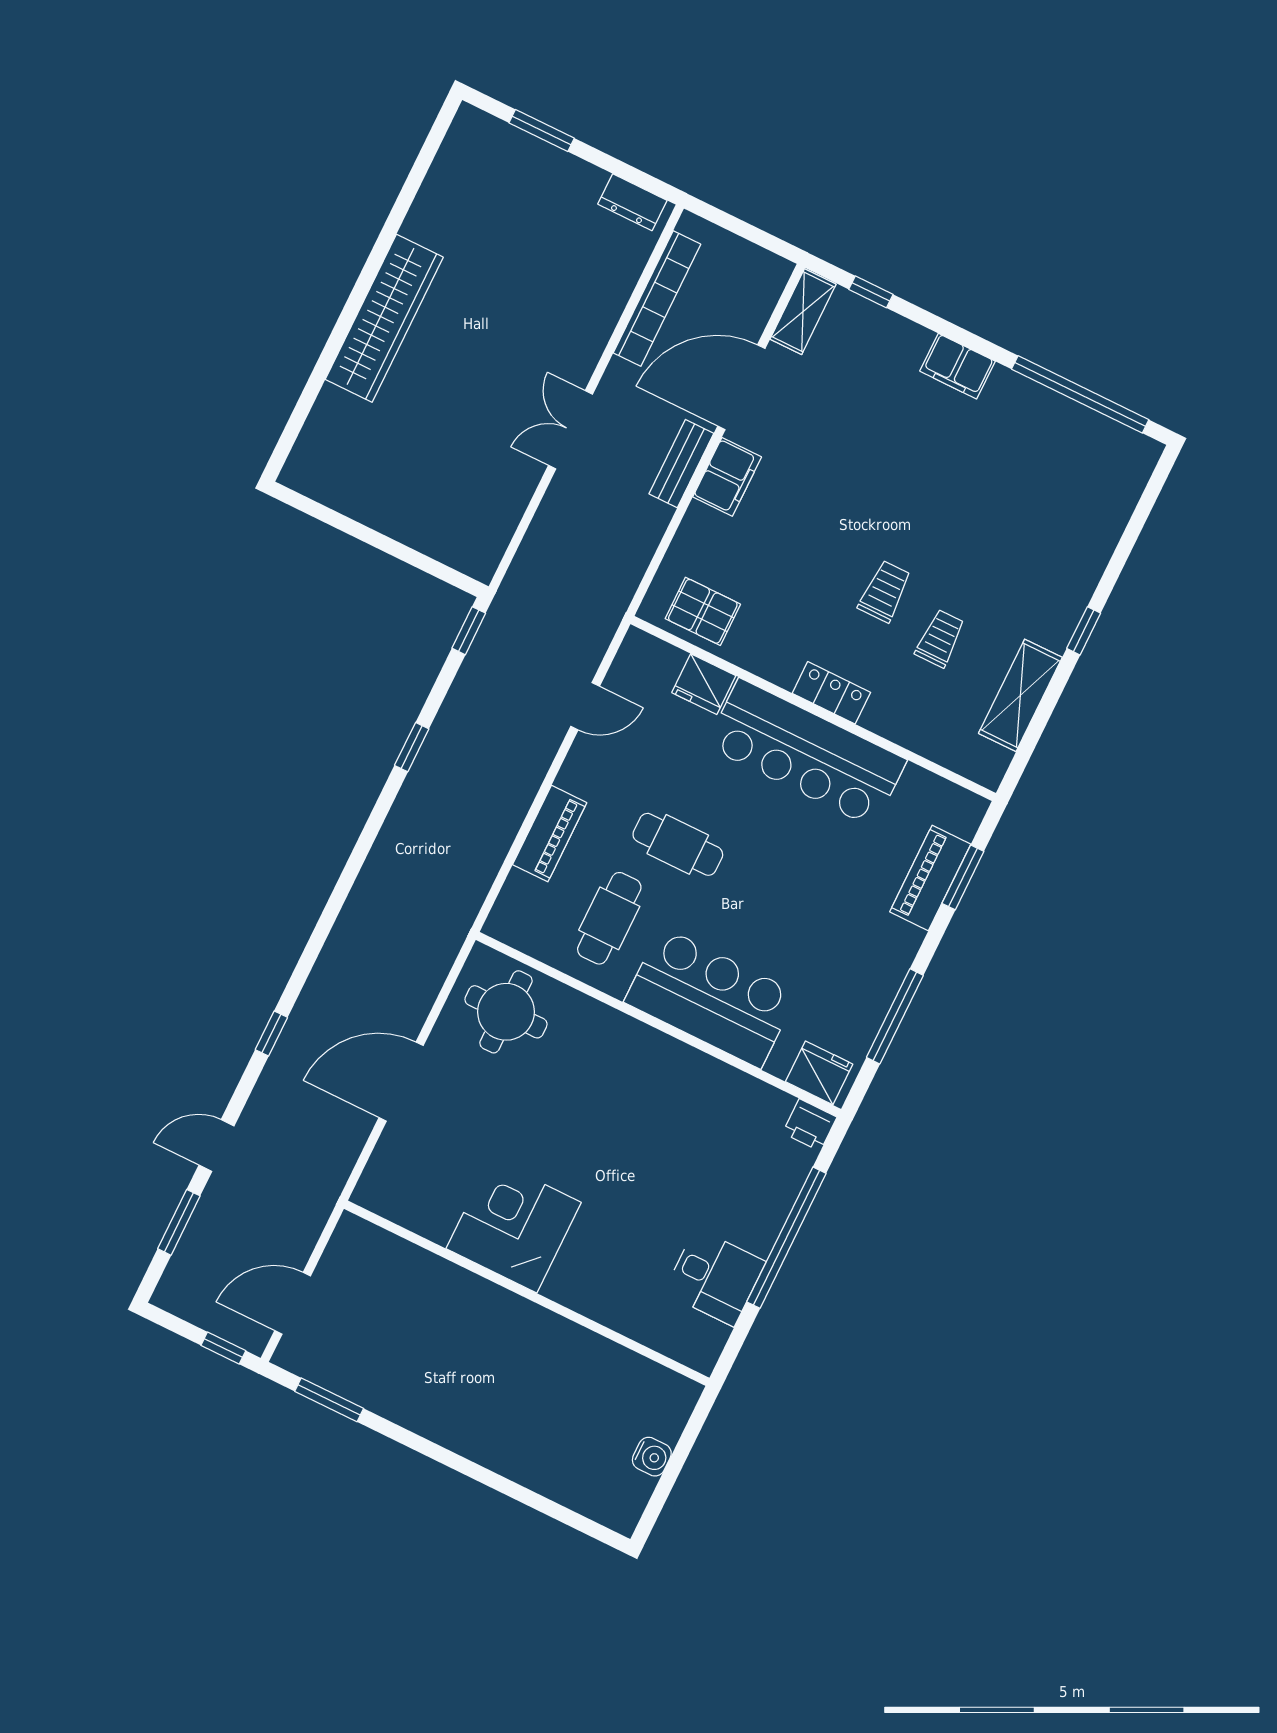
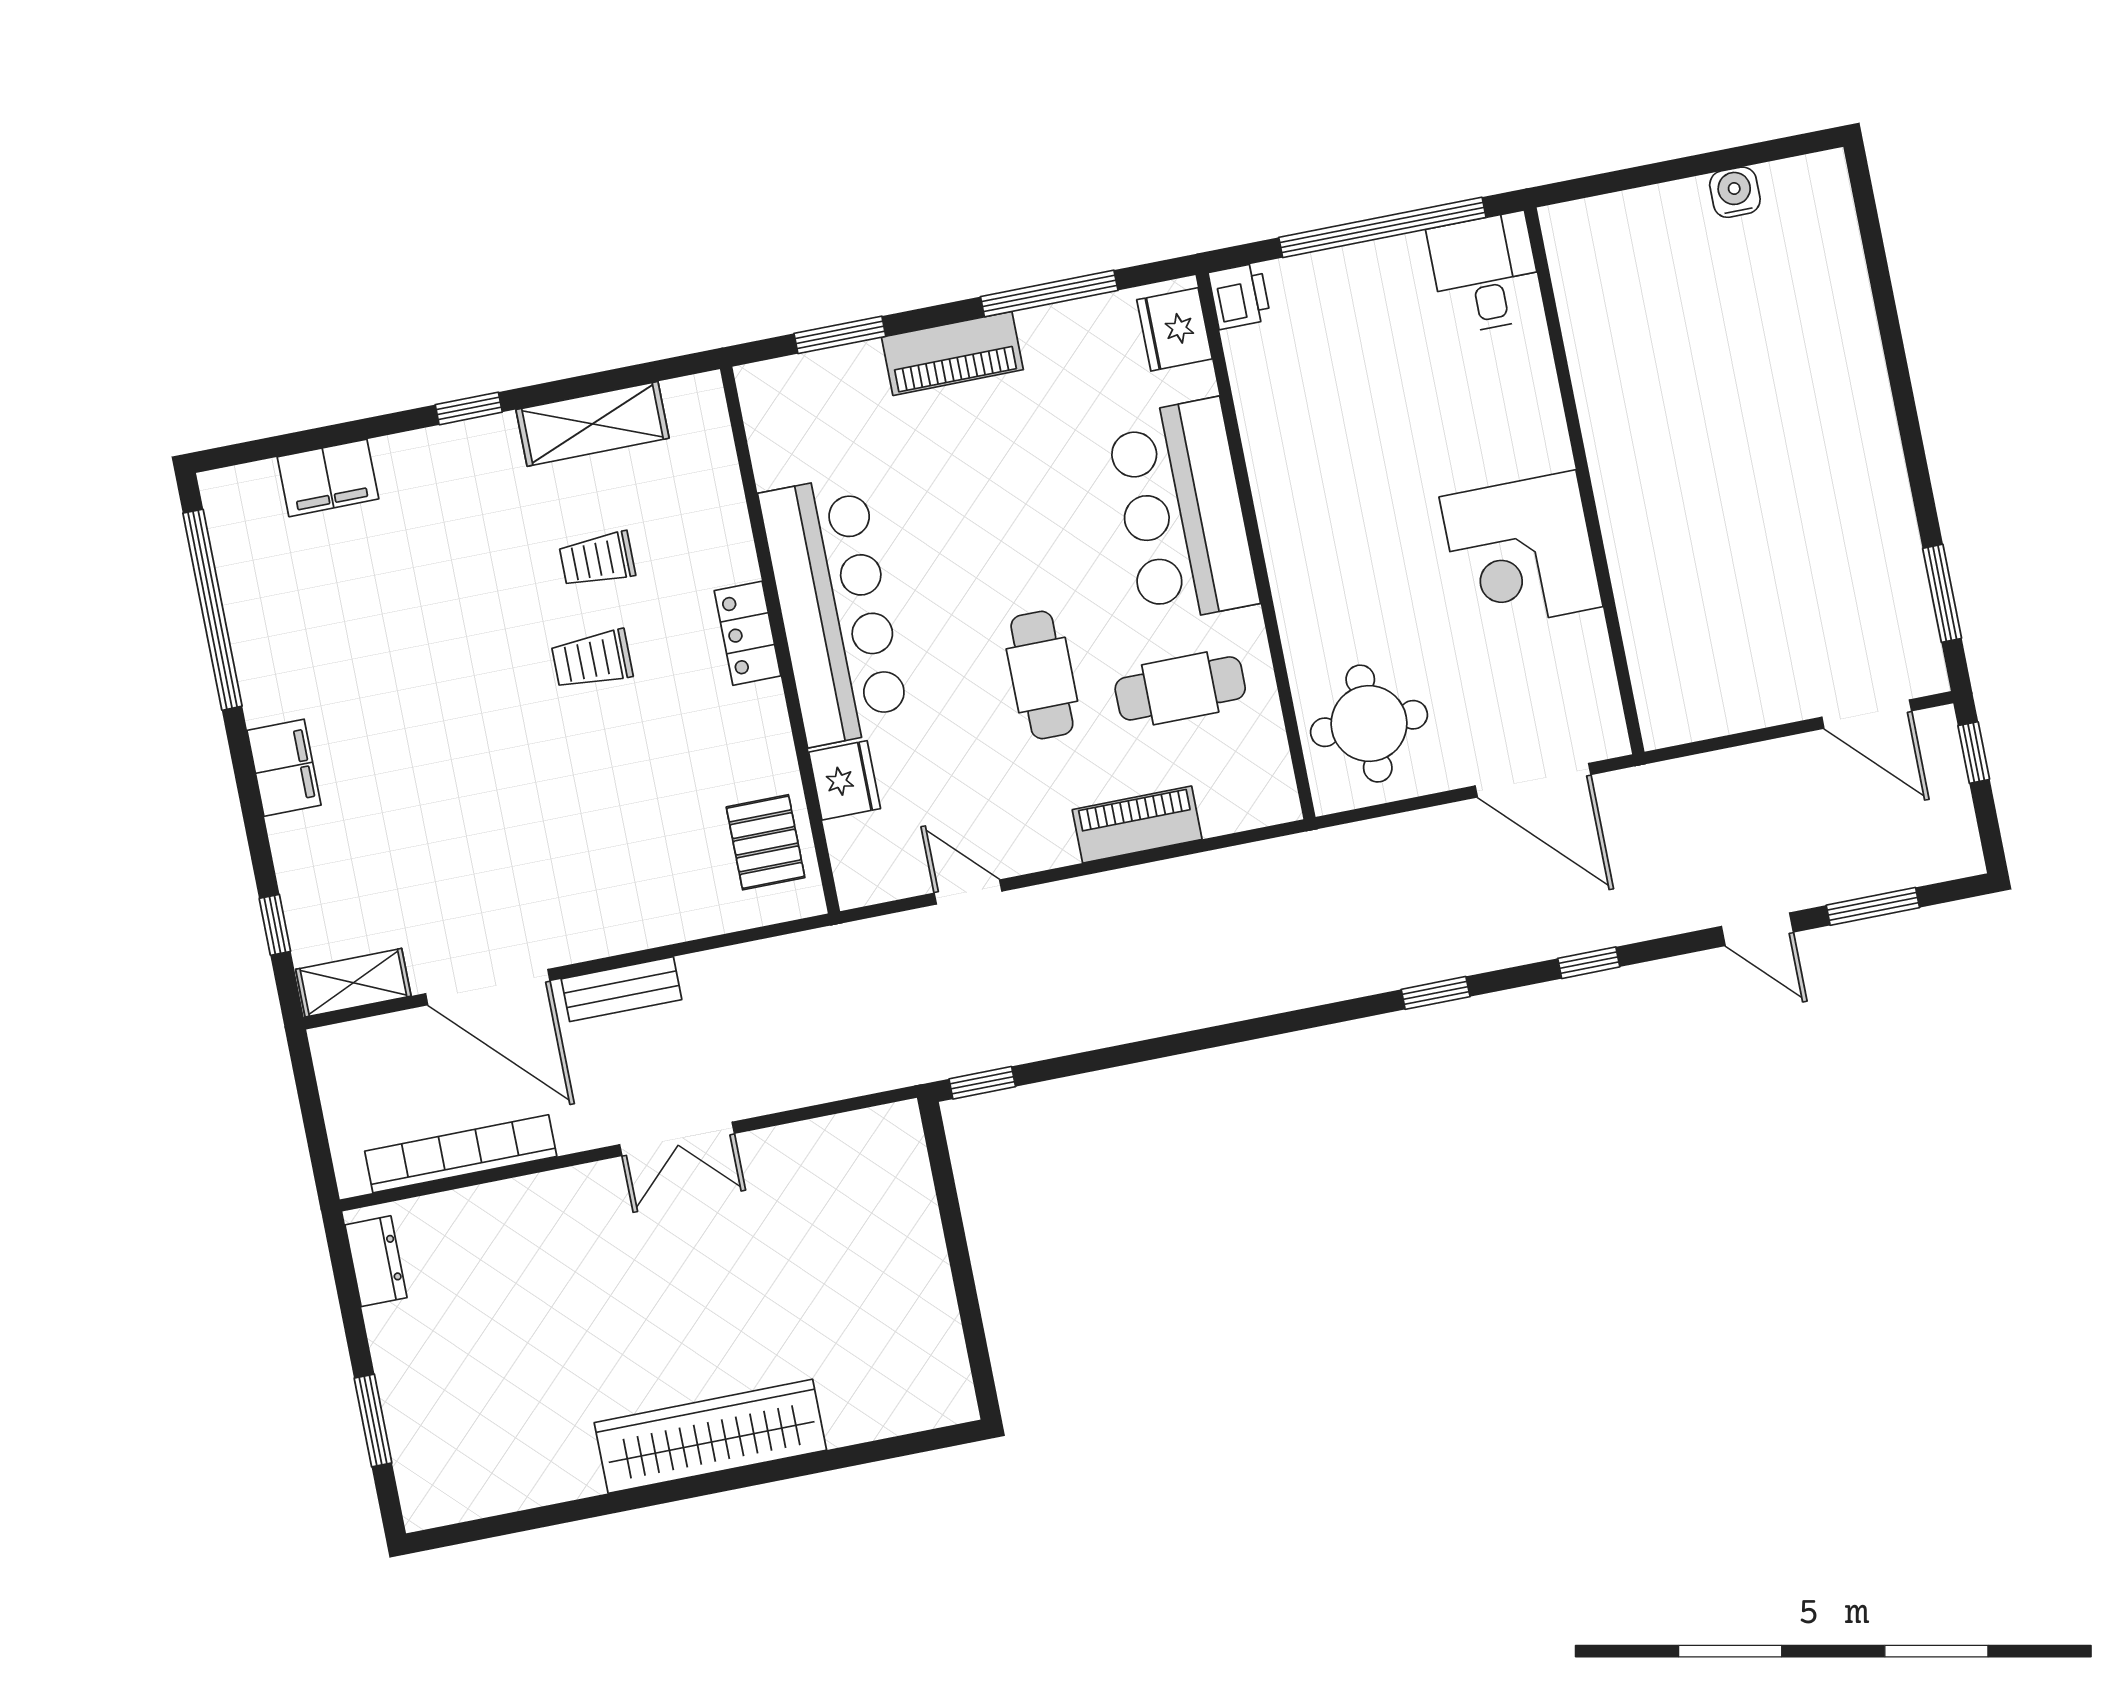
filing cabinet: (727, 477) -> (328, 478), moved, turned 180
window: (412, 747) -> (1436, 993), moved
piano: (930, 878) -> (952, 353), moved
corner desk: (514, 1225) -> (1521, 552), moved
wall: (527, 1293) -> (1584, 481), moved

